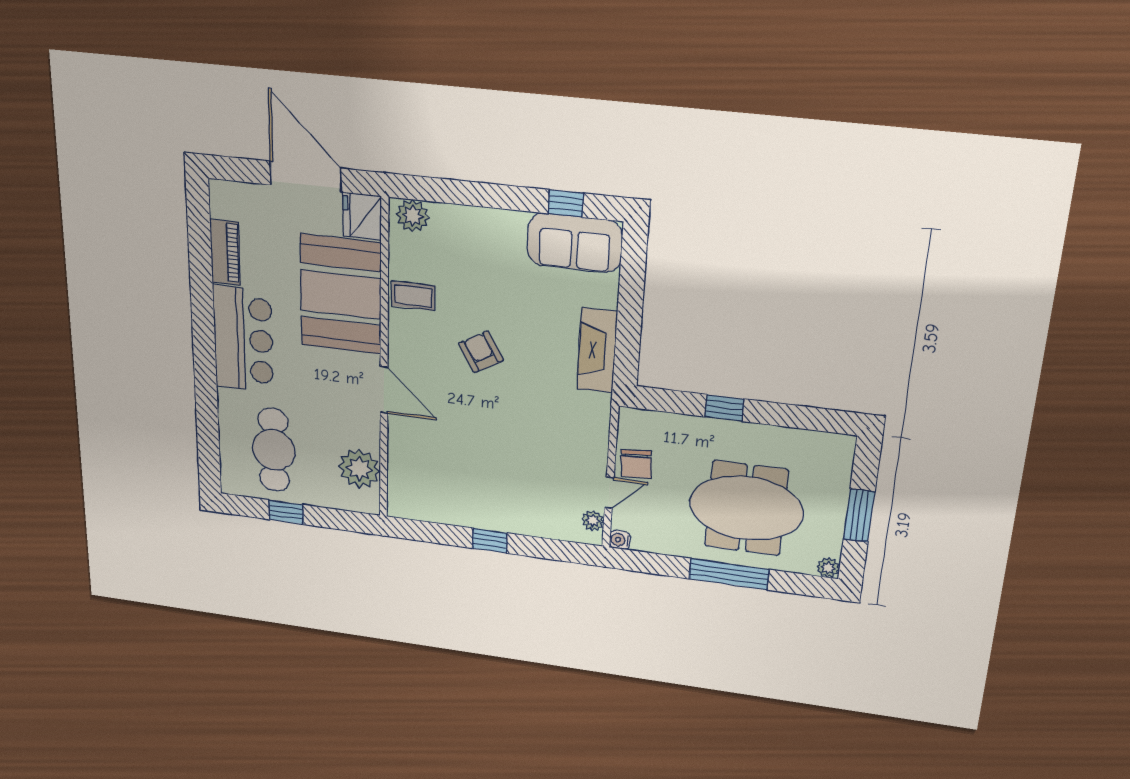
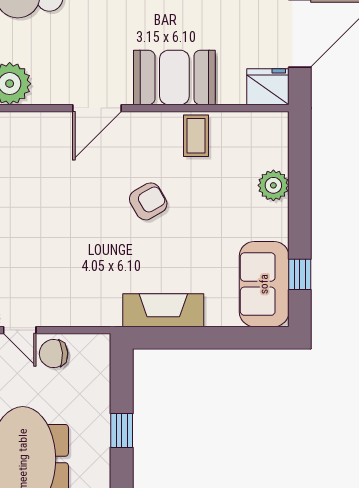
plant: (413, 216) -> (273, 185), moved
booth: (341, 294) -> (174, 77), width x0.73, depth x0.70

